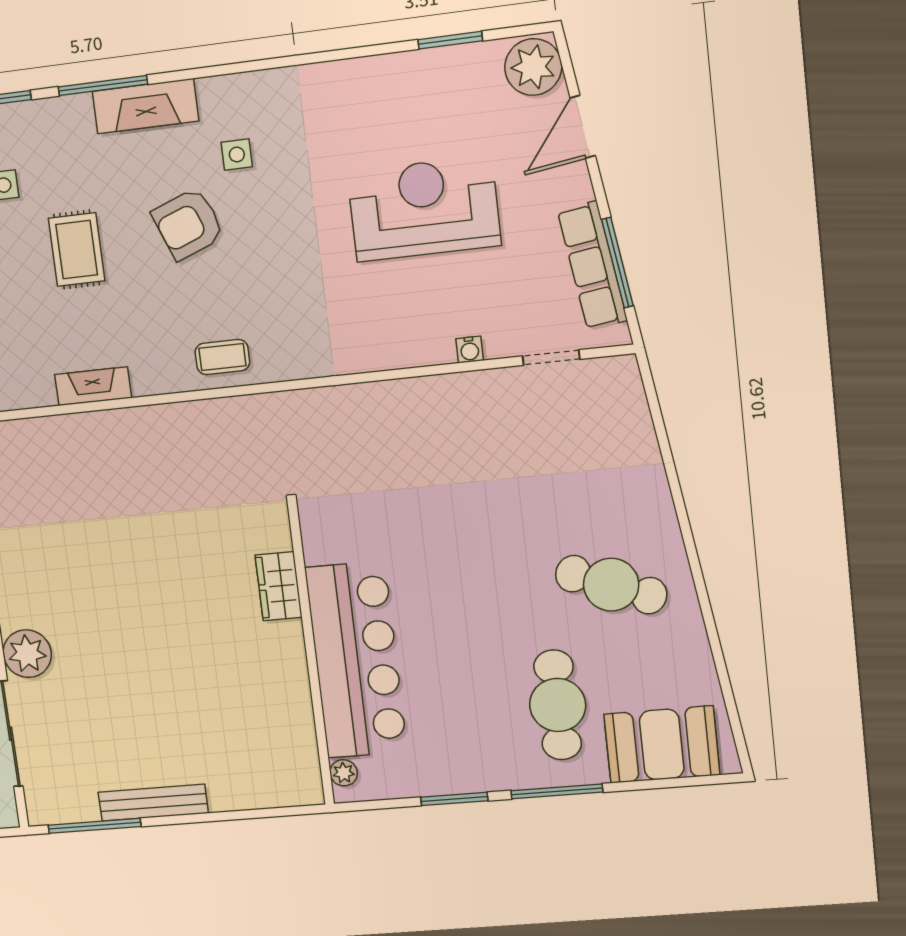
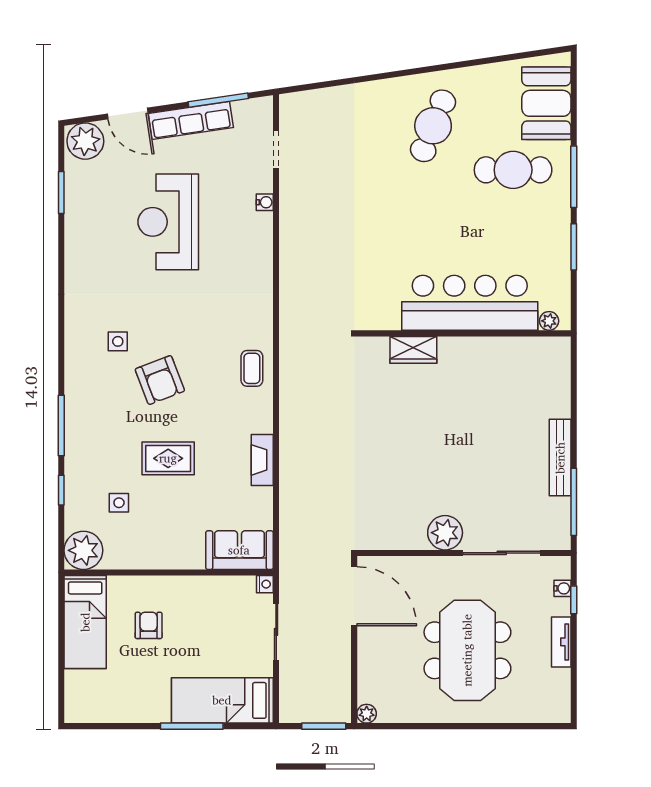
fireplace: (145, 106) -> (78, 399), removed
row of seats: (592, 266) -> (191, 121), moved

